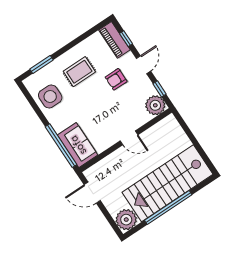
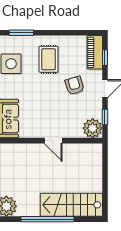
rug: (79, 72) -> (49, 59), turned 90
armchair: (116, 79) -> (75, 86), turned 74
stairs: (167, 183) -> (71, 205), width x0.73, depth x0.66

